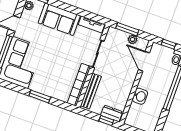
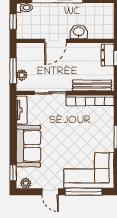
plant: (133, 39) -> (22, 75), moved
door: (144, 61) -> (55, 41), moved

